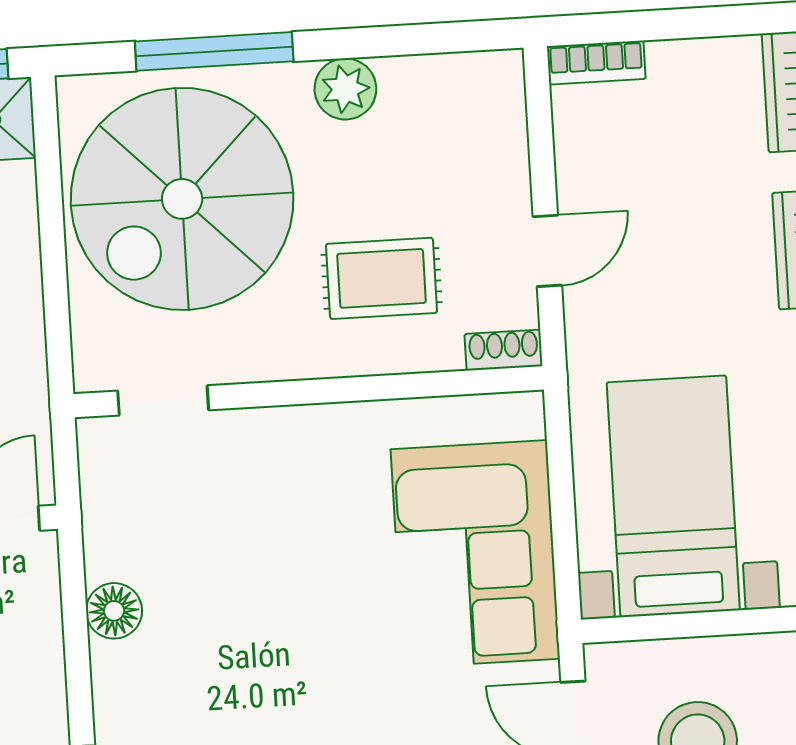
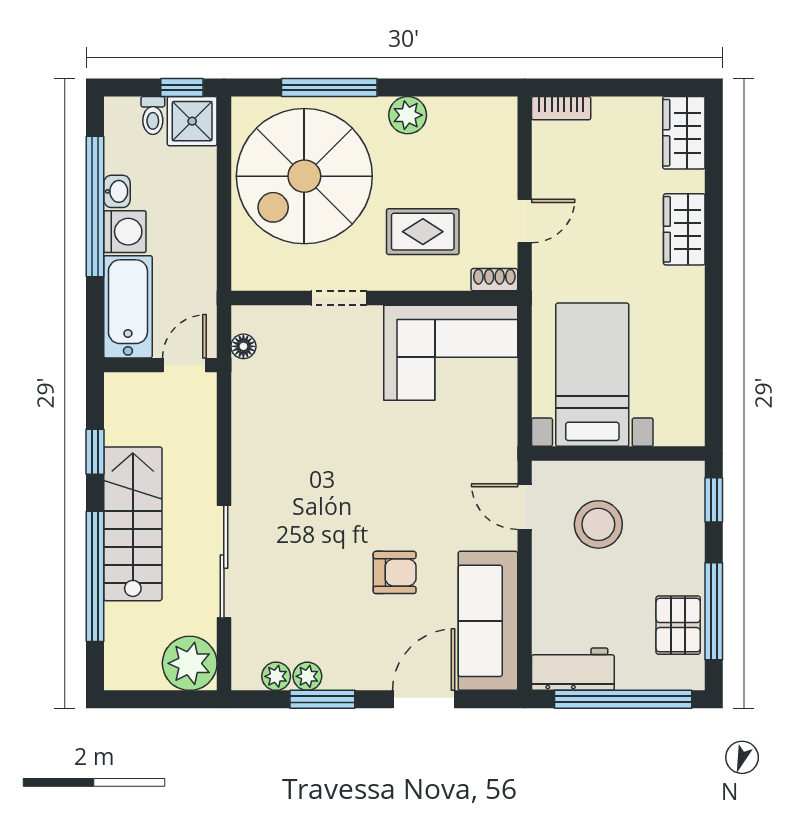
doorway: (163, 400) -> (339, 298), moved
corner sofa: (475, 554) -> (451, 353), moved, turned -90
floor lamp: (114, 611) -> (243, 346), moved, width x0.73, depth x0.73

